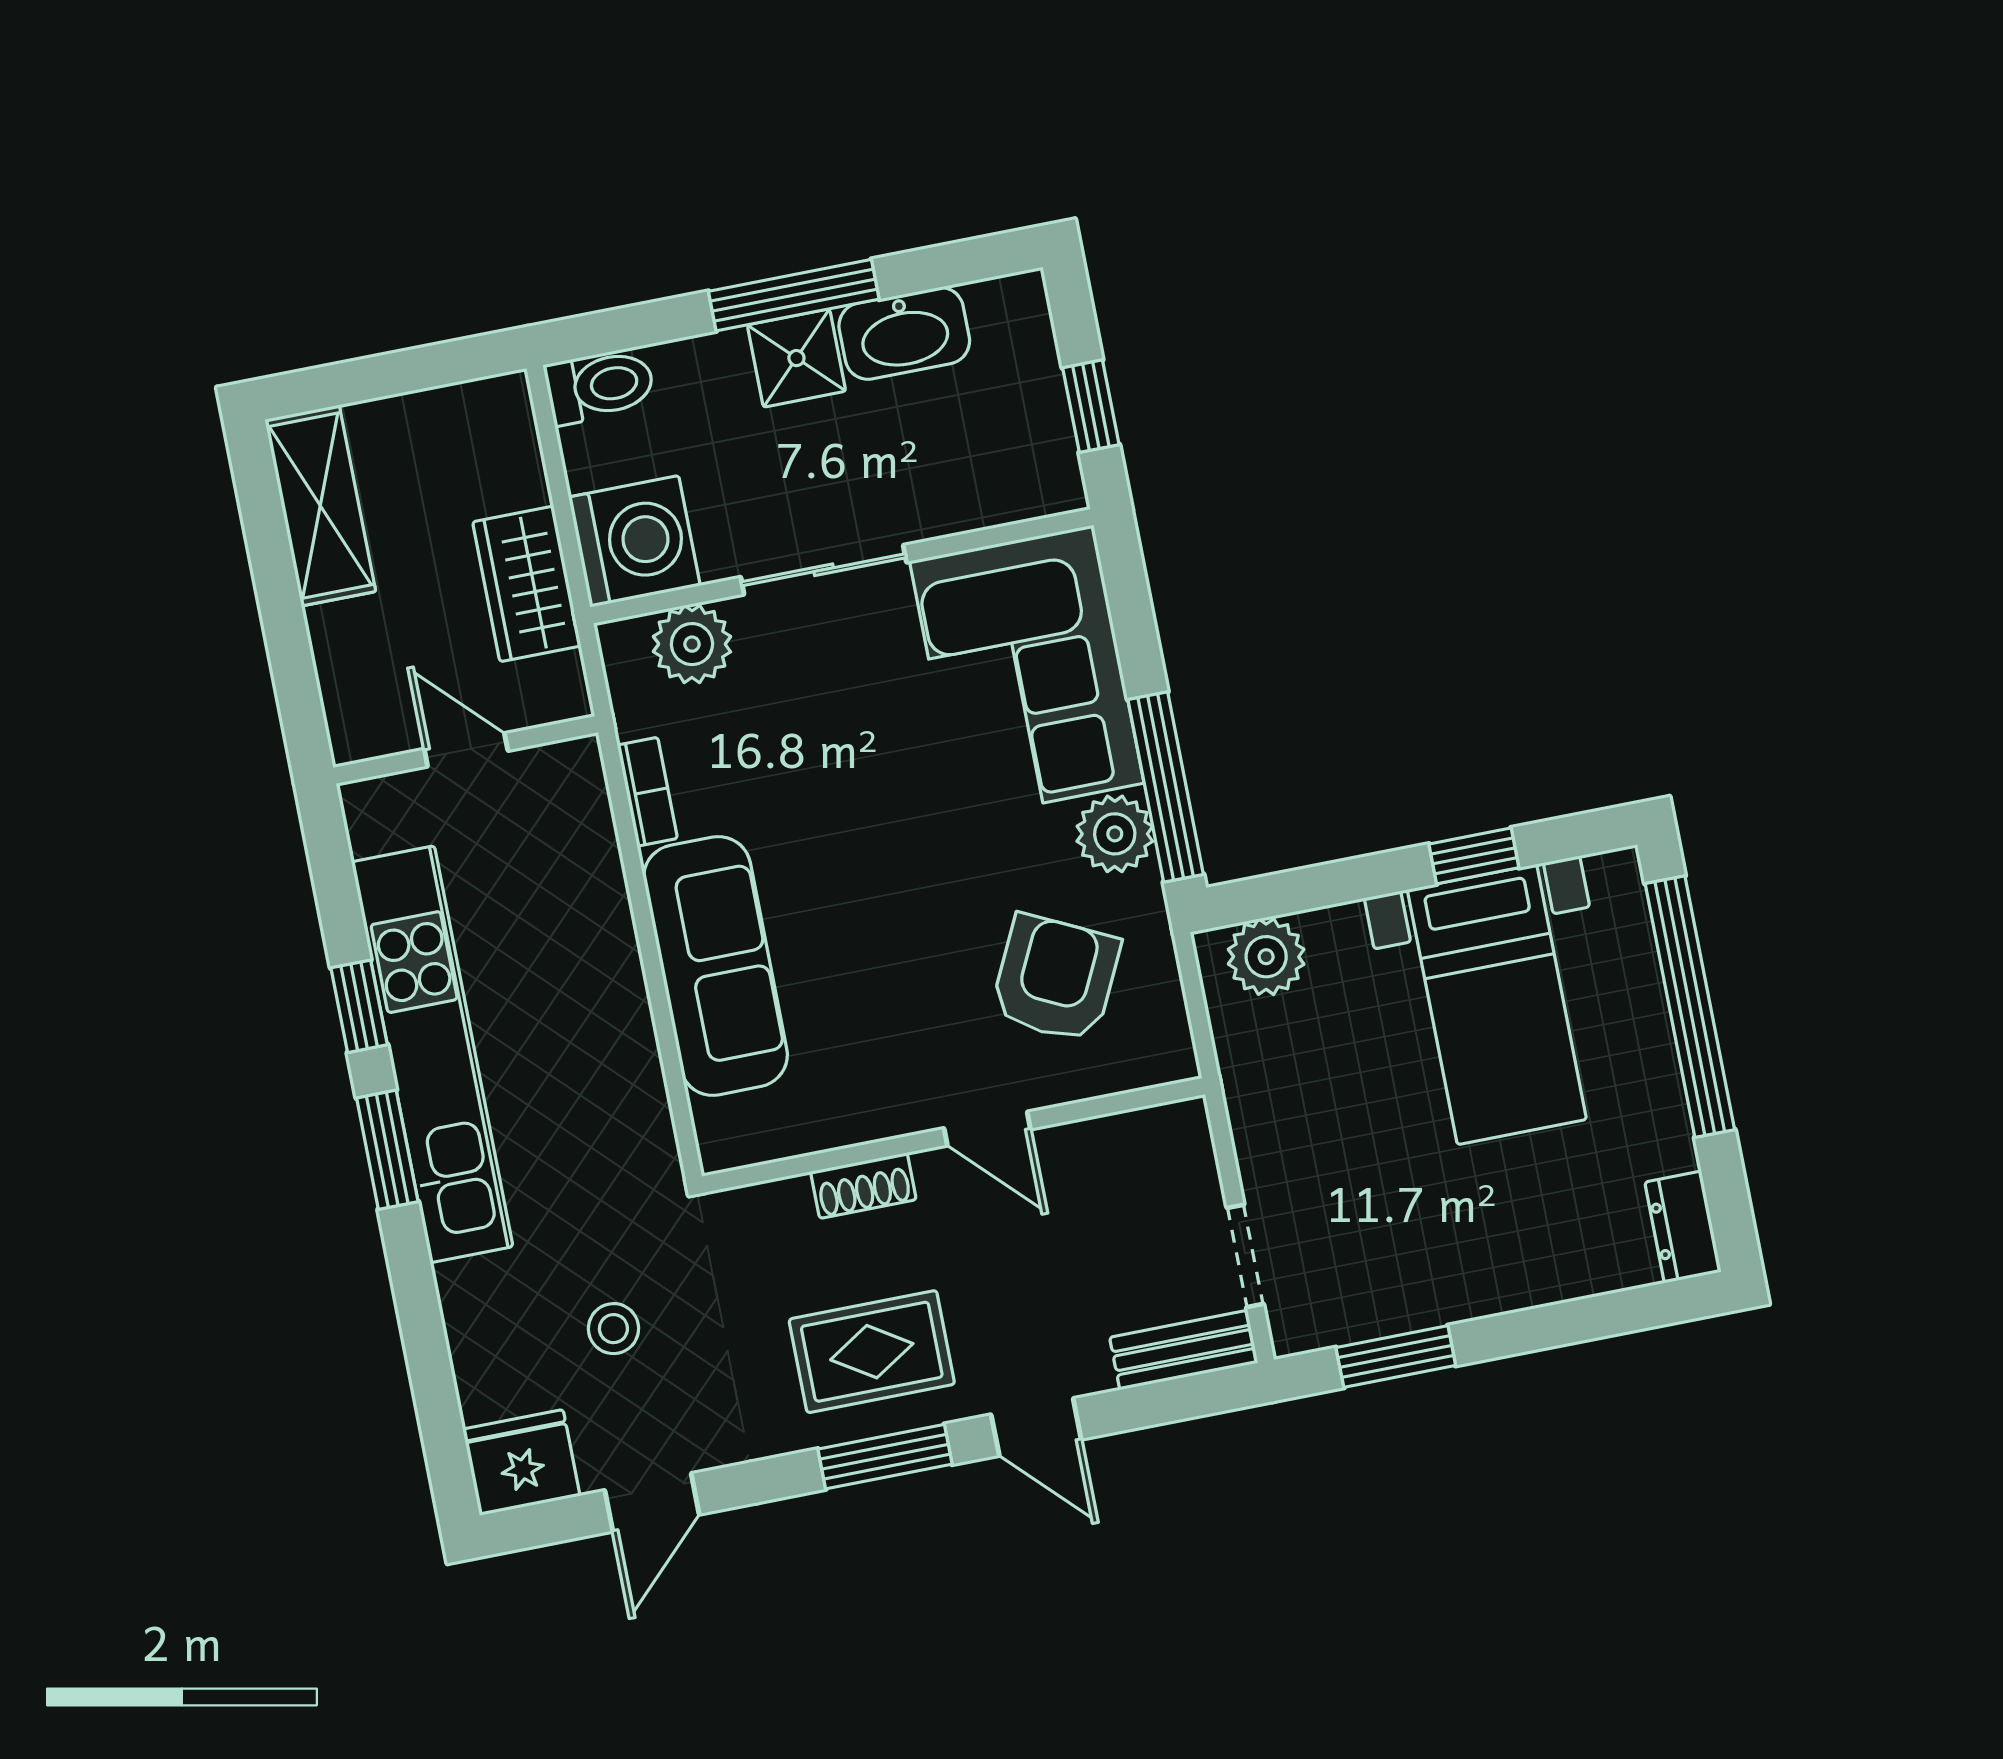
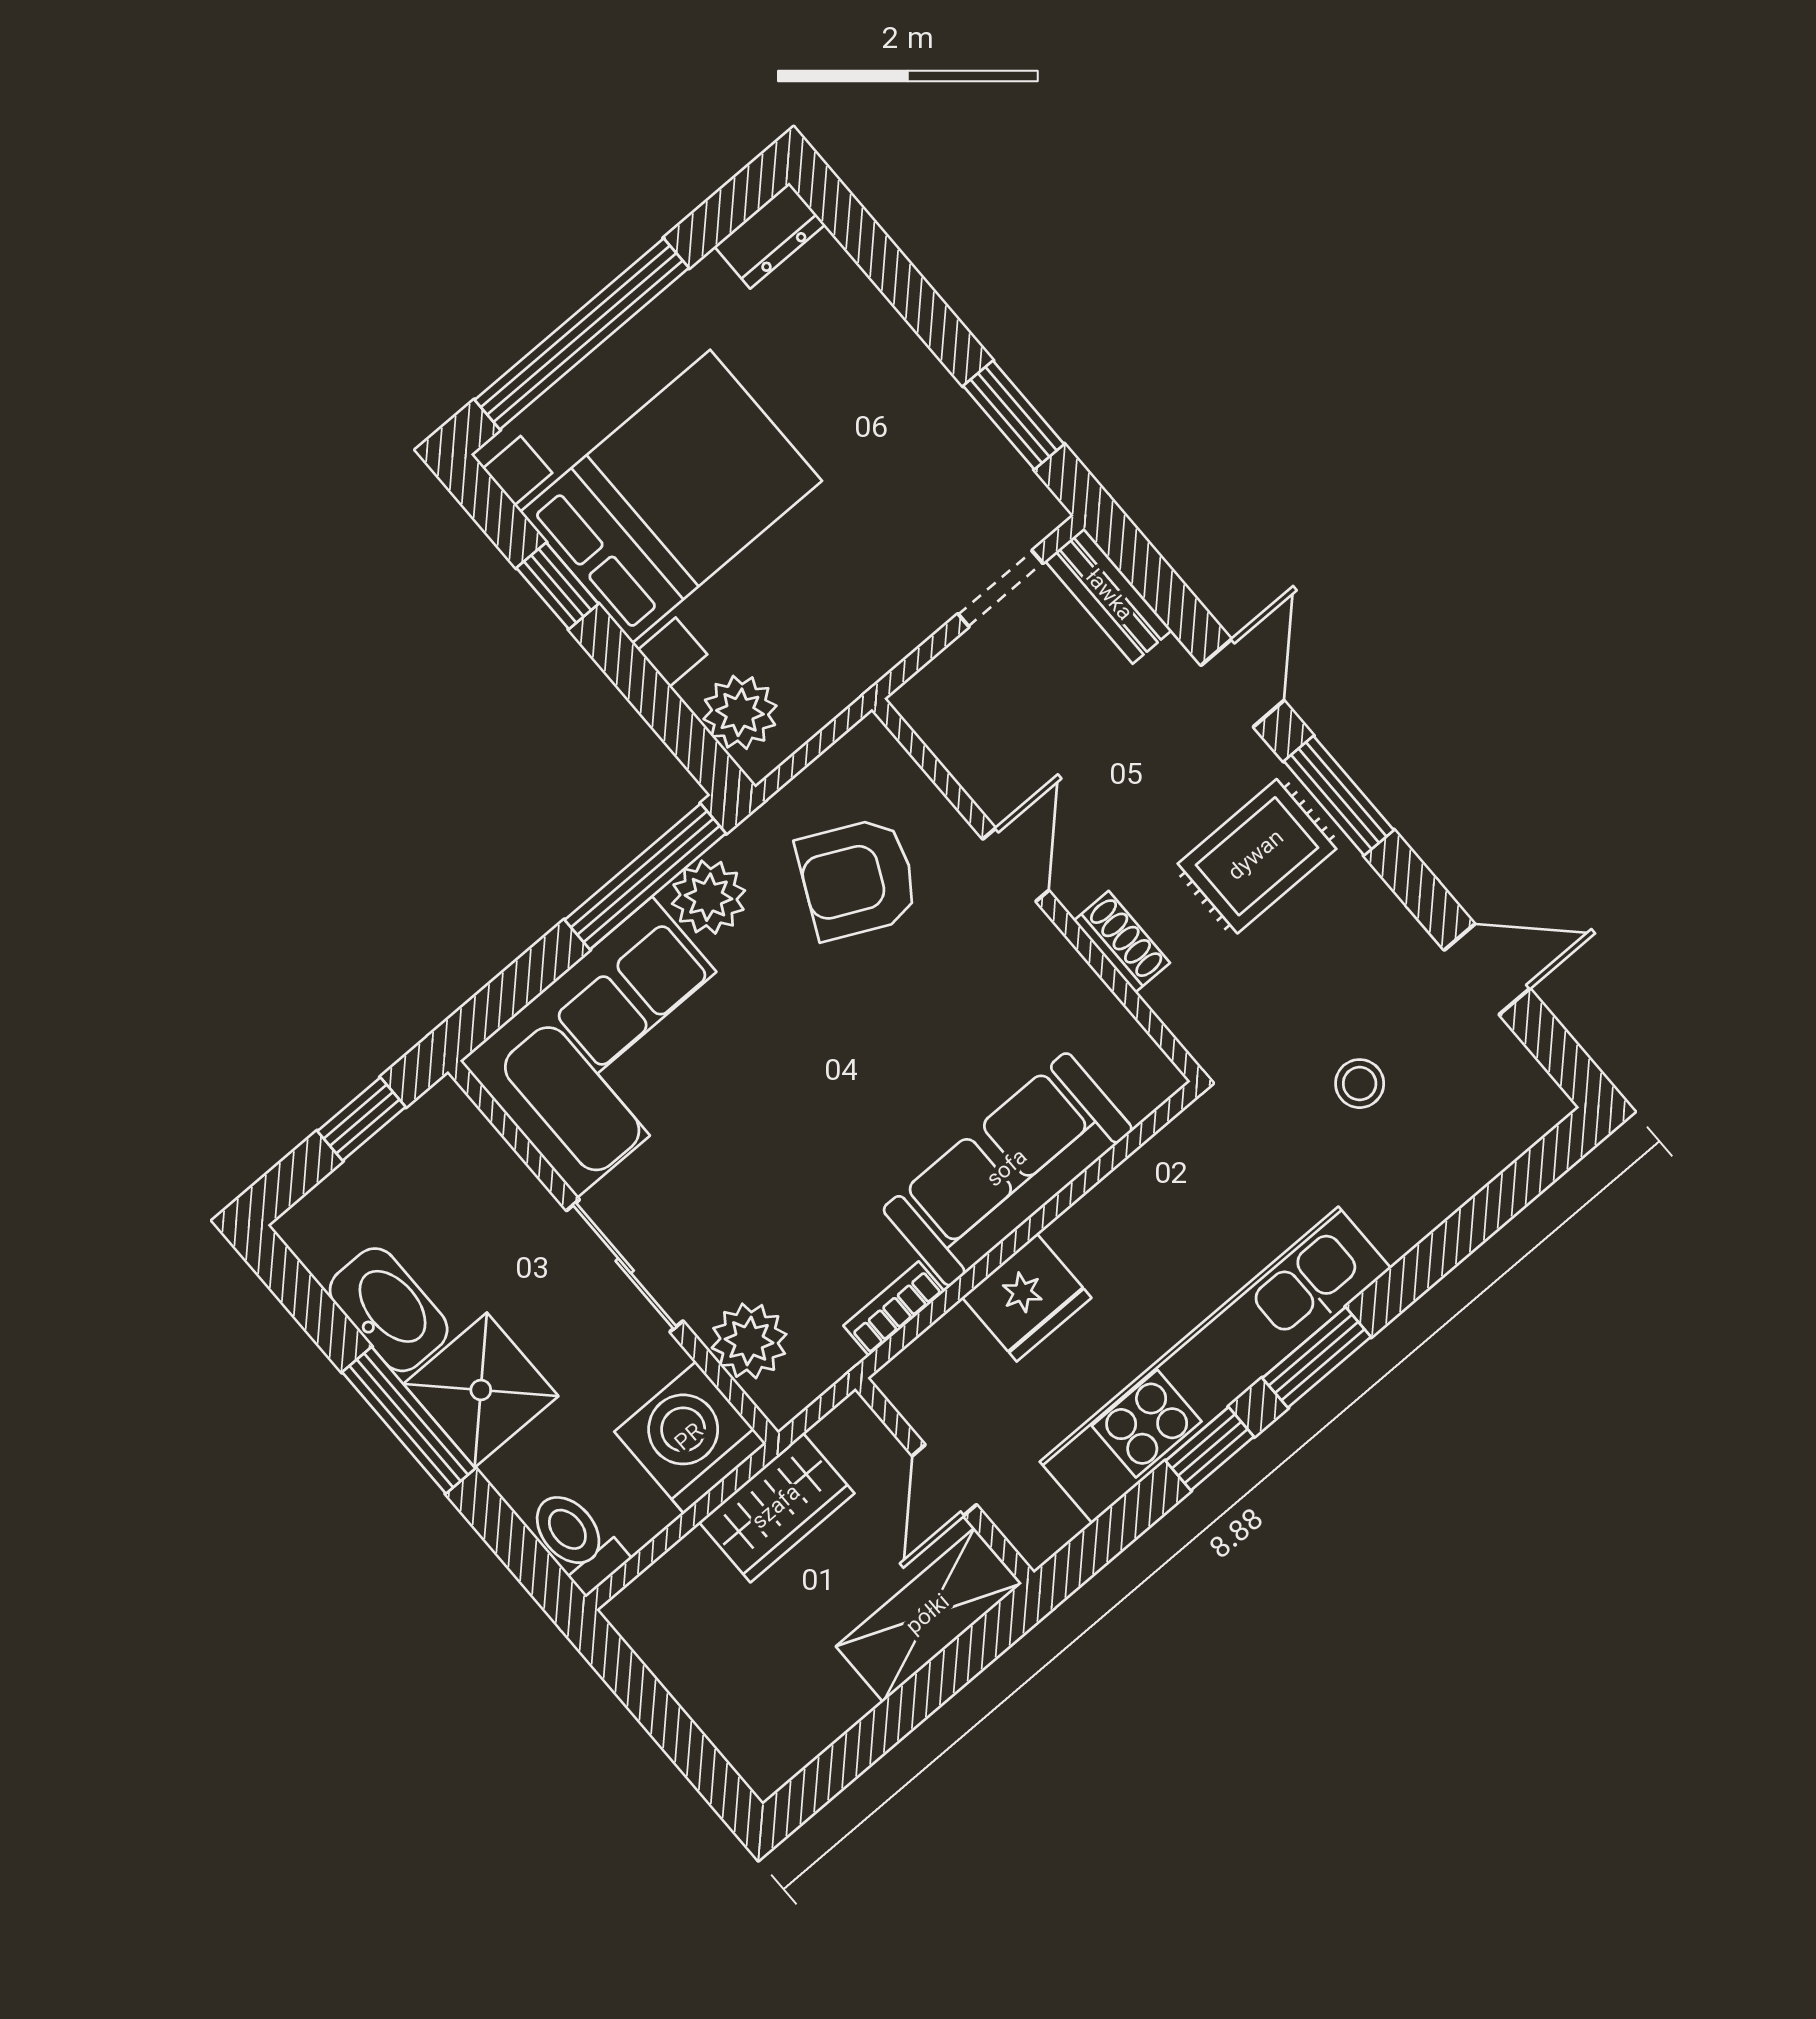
shower: (796, 358) -> (481, 1390), width x1.36, depth x1.36
shelving: (320, 506) -> (929, 1615), moved
bed with nightstands: (1497, 1005) -> (671, 496), width x1.36
rug: (872, 1352) -> (1257, 856), turned 90
fridge: (521, 1462) -> (1027, 1297), moved, turned -90

